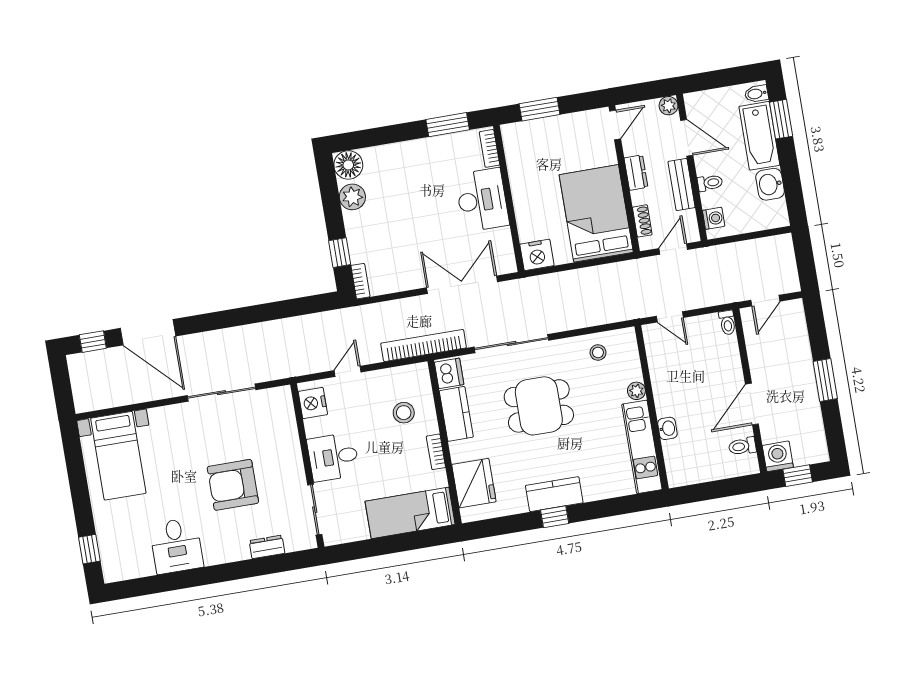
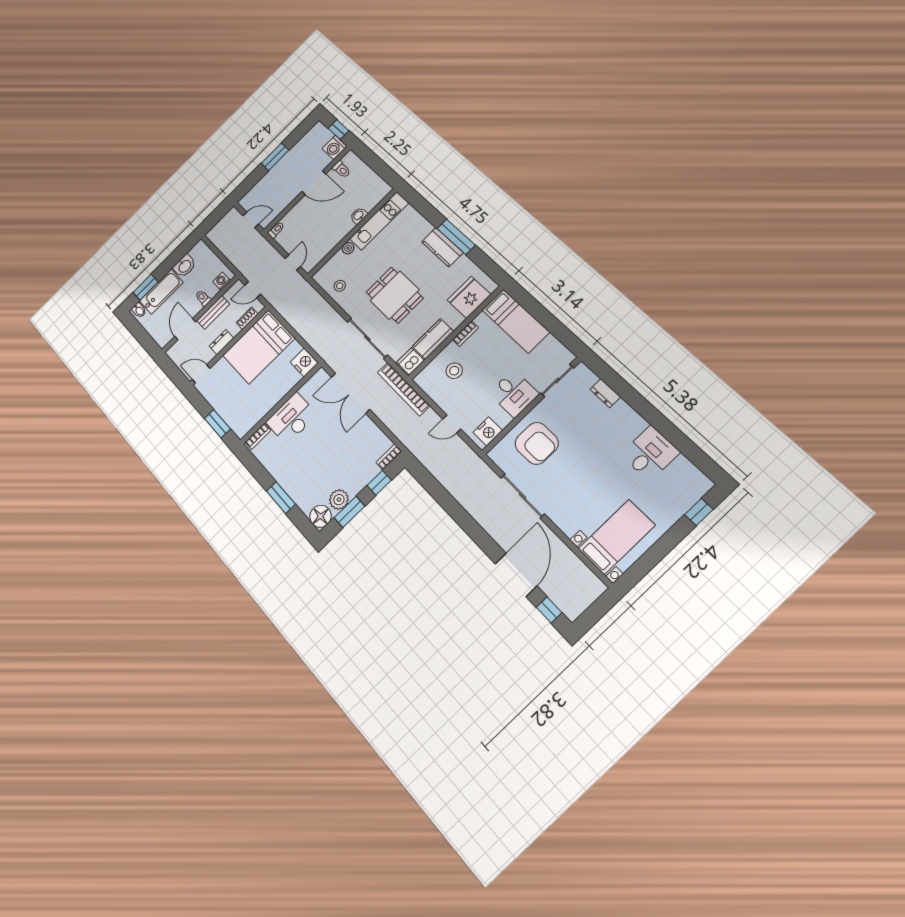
plant: (668, 106) -> (173, 352), removed
window: (448, 125) -> (281, 498), moved
window: (331, 200) -> (349, 512), added
armchair: (233, 485) -> (537, 443), moved
window: (555, 517) -> (456, 237), width x2.17

